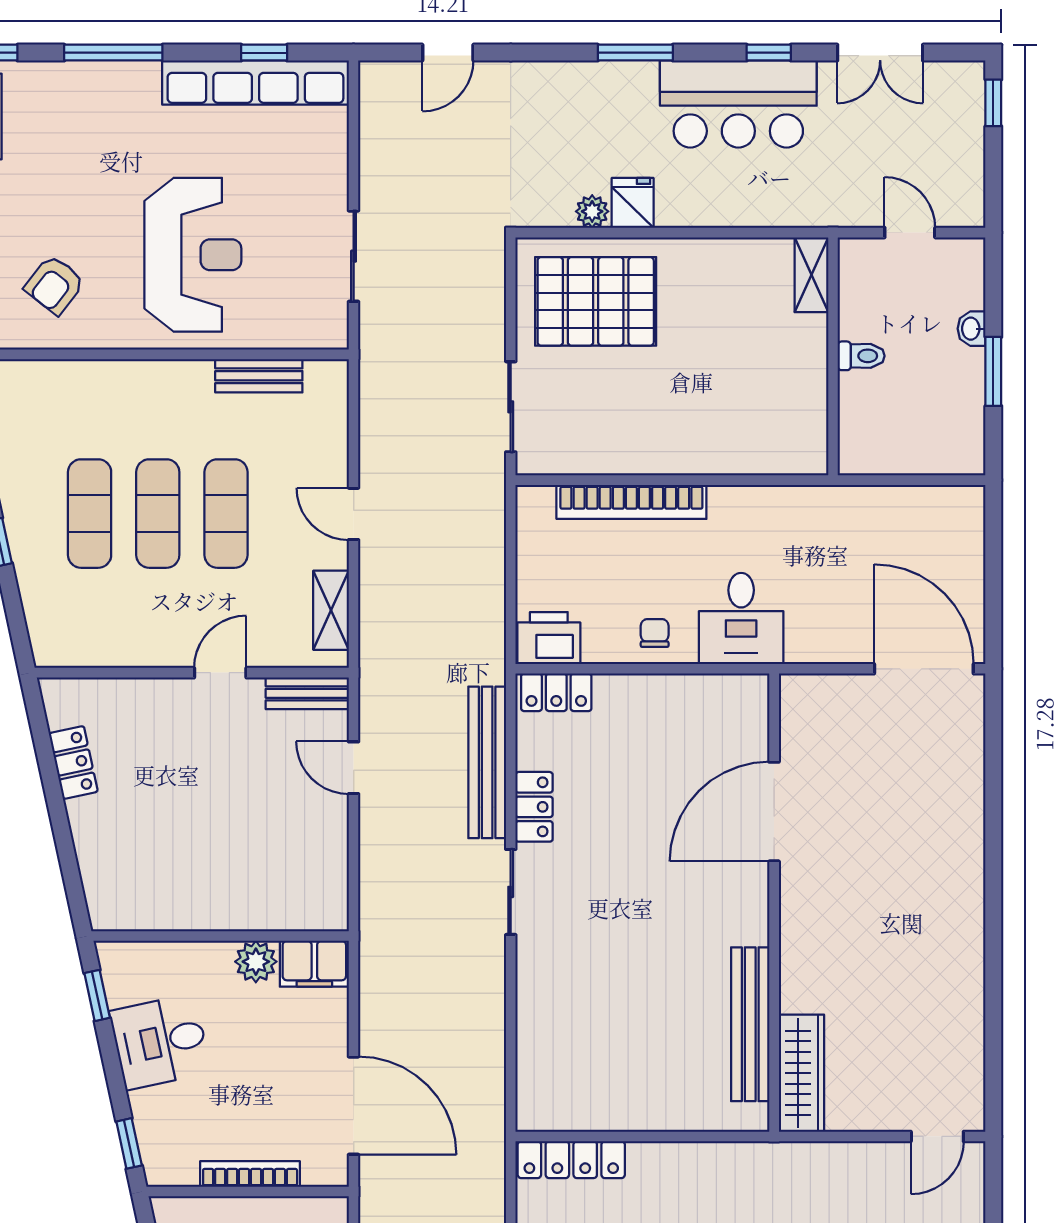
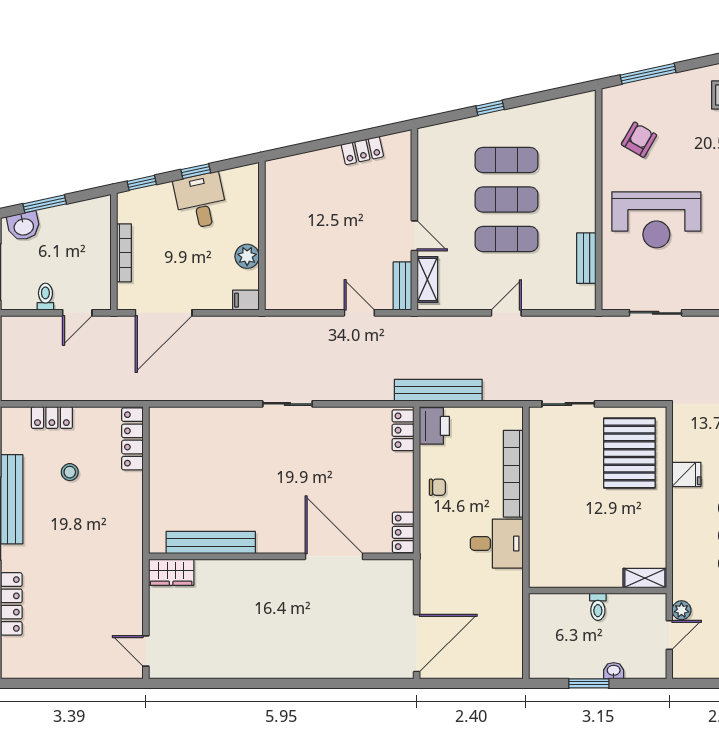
plant: (592, 211) -> (681, 610), moved
armchair: (54, 285) -> (639, 140), turned 82
shelving: (331, 610) -> (427, 280), moved, turned 90
desk: (741, 618) -> (497, 544), moved, turned 180
bench: (487, 762) -> (438, 390), moved
door: (354, 768) -> (359, 313), hinge flipped
locker: (534, 807) -> (403, 532), moved, turned 90
filing cabinet: (314, 964) -> (246, 300), width x0.50
window: (97, 995) -> (196, 171), moved
wardrobe: (801, 1073) -> (171, 572), width x0.67

